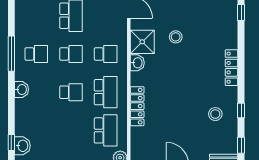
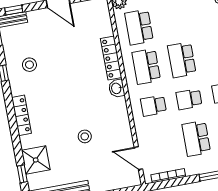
shower: (142, 42) -> (36, 160), moved
washbasin: (137, 63) -> (117, 88), moved
school desk: (71, 92) -> (182, 60), width x1.85

